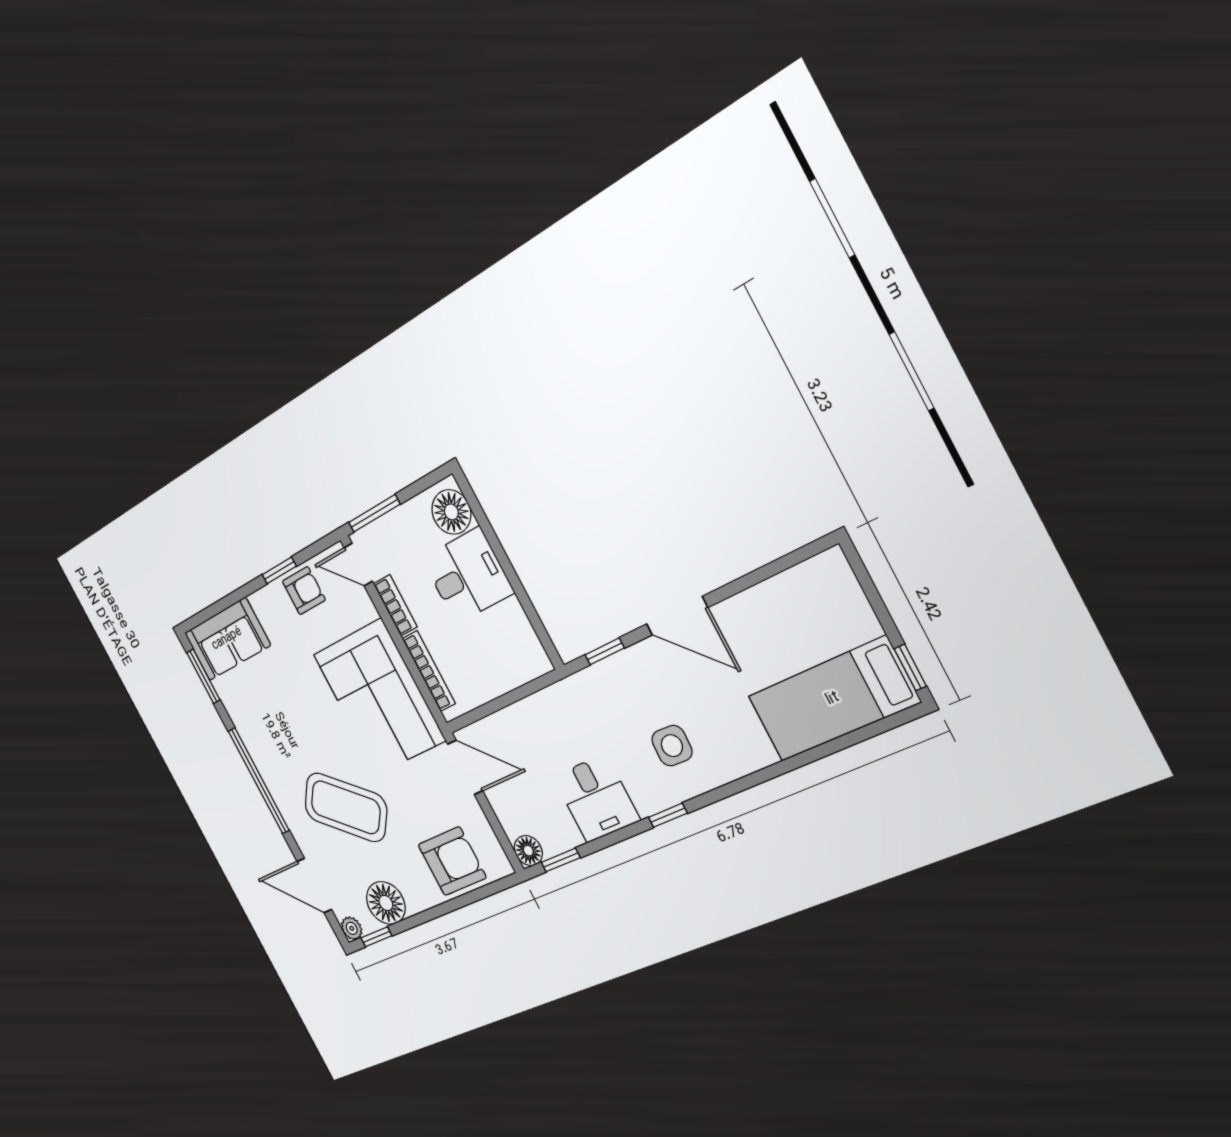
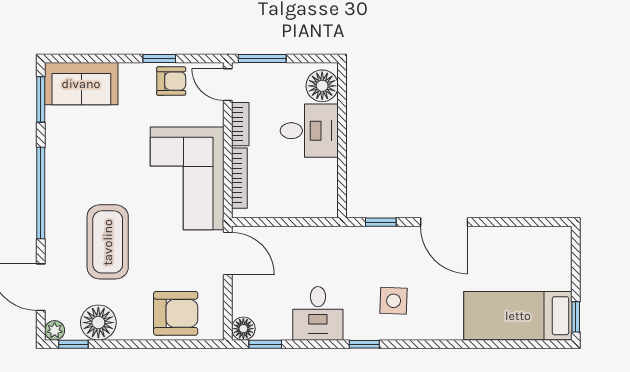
coffee table: (346, 807) -> (108, 242), turned 51

